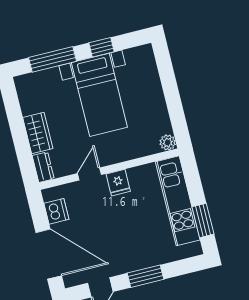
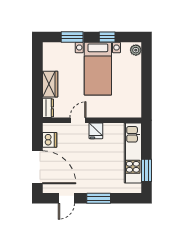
window: (52, 59) -> (72, 37), width x0.69
plant: (168, 143) -> (136, 50), moved

